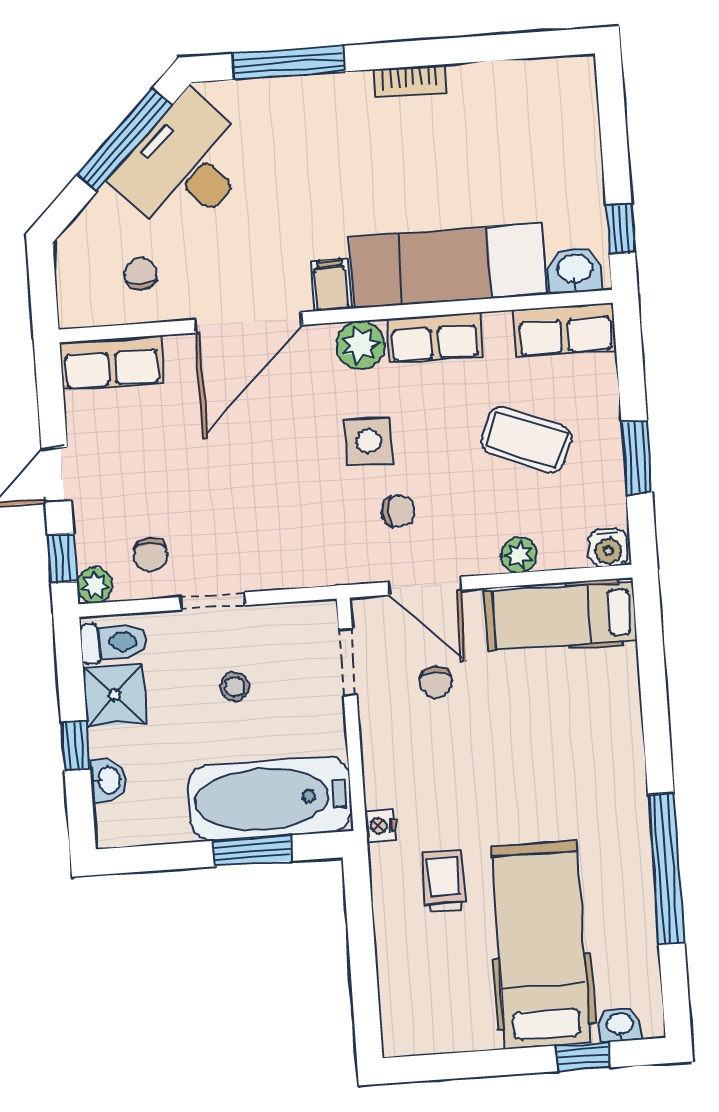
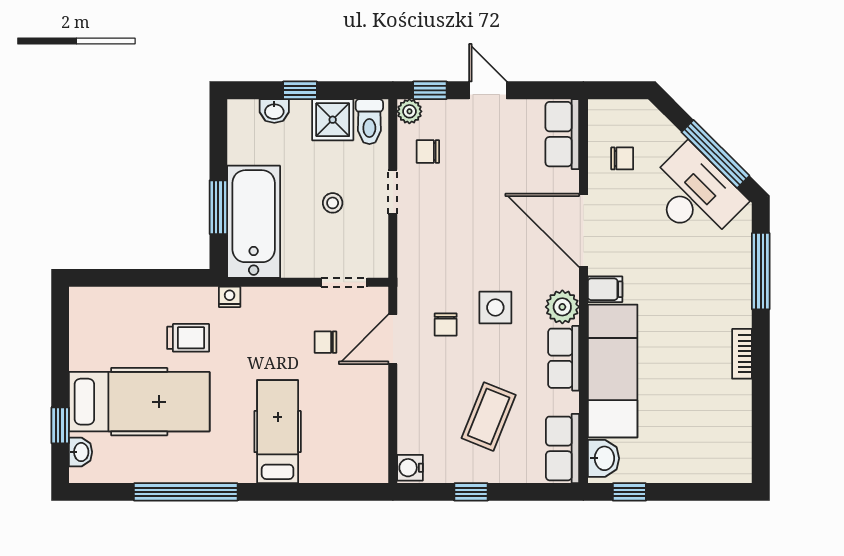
window: (637, 457) -> (471, 492), width x0.67
plant: (519, 555) -> (409, 406), removed
hospital bed: (561, 616) -> (278, 432), moved

